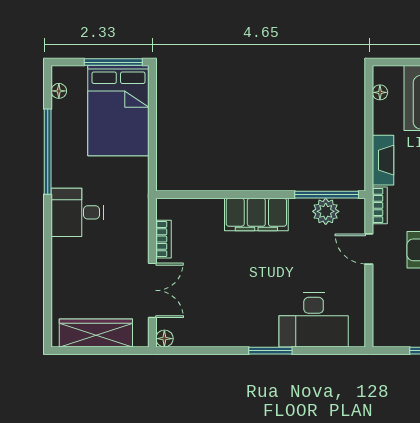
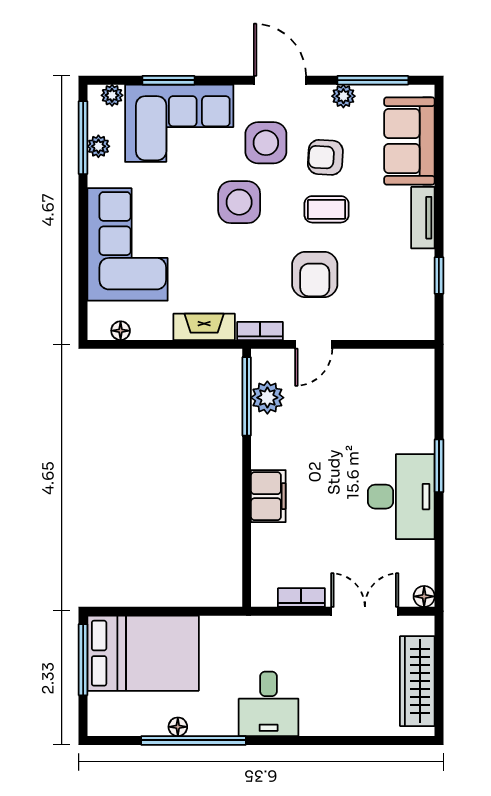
floor lamp: (59, 91) -> (178, 727), moved
filing cabinet: (256, 215) -> (268, 496), width x0.67, depth x0.86
desk: (314, 320) -> (401, 497), moved

